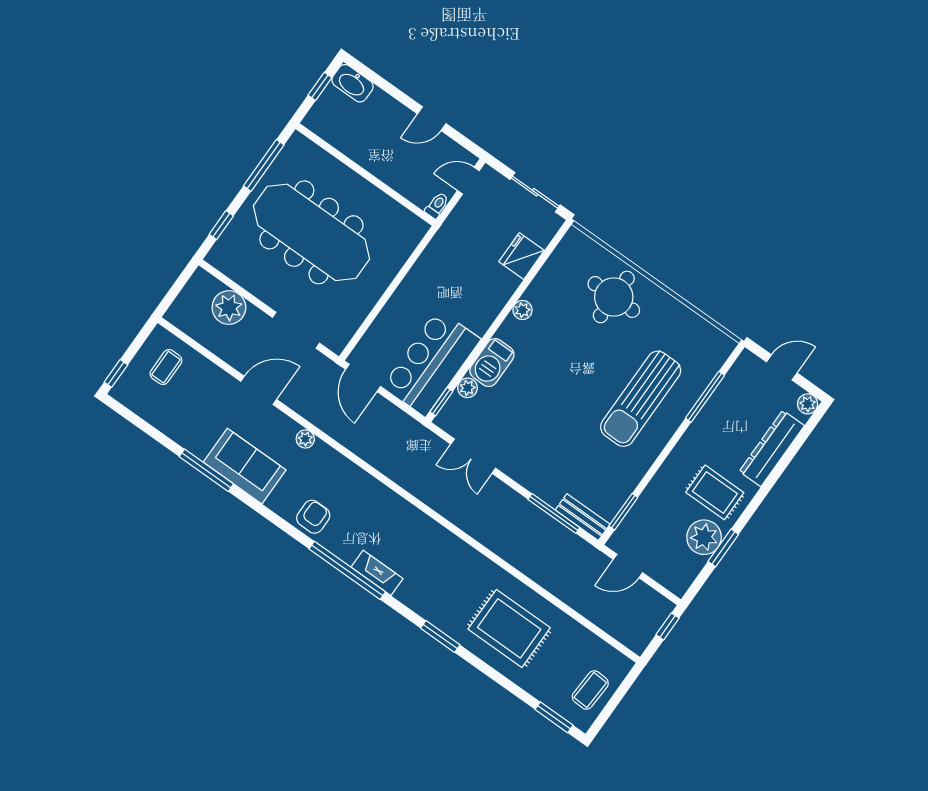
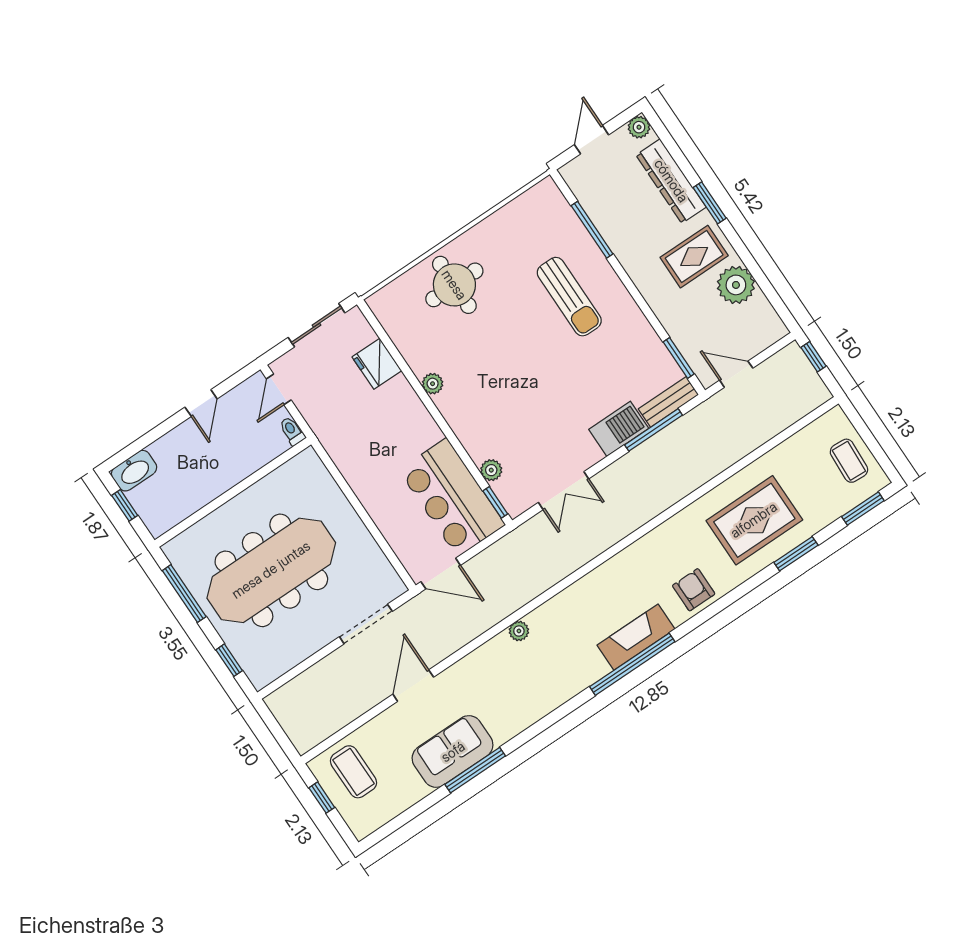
plant: (229, 307) -> (317, 684), removed
barbecue: (492, 363) -> (619, 429), moved, turned -90
coffee table: (166, 367) -> (354, 772), width x1.36, depth x1.30
window: (116, 373) -> (322, 798), moved
sun lounger: (641, 399) -> (569, 297), width x0.73, depth x0.75
plant: (305, 439) -> (519, 631), moved
sofa: (245, 466) -> (453, 752), moved
armchair: (313, 517) -> (694, 590), moved
window: (723, 548) -> (710, 203), moved
door: (628, 566) -> (736, 374), swing flipped
fireplace: (377, 573) -> (636, 637), width x1.37, depth x1.32
window: (440, 637) -> (796, 554), moved

